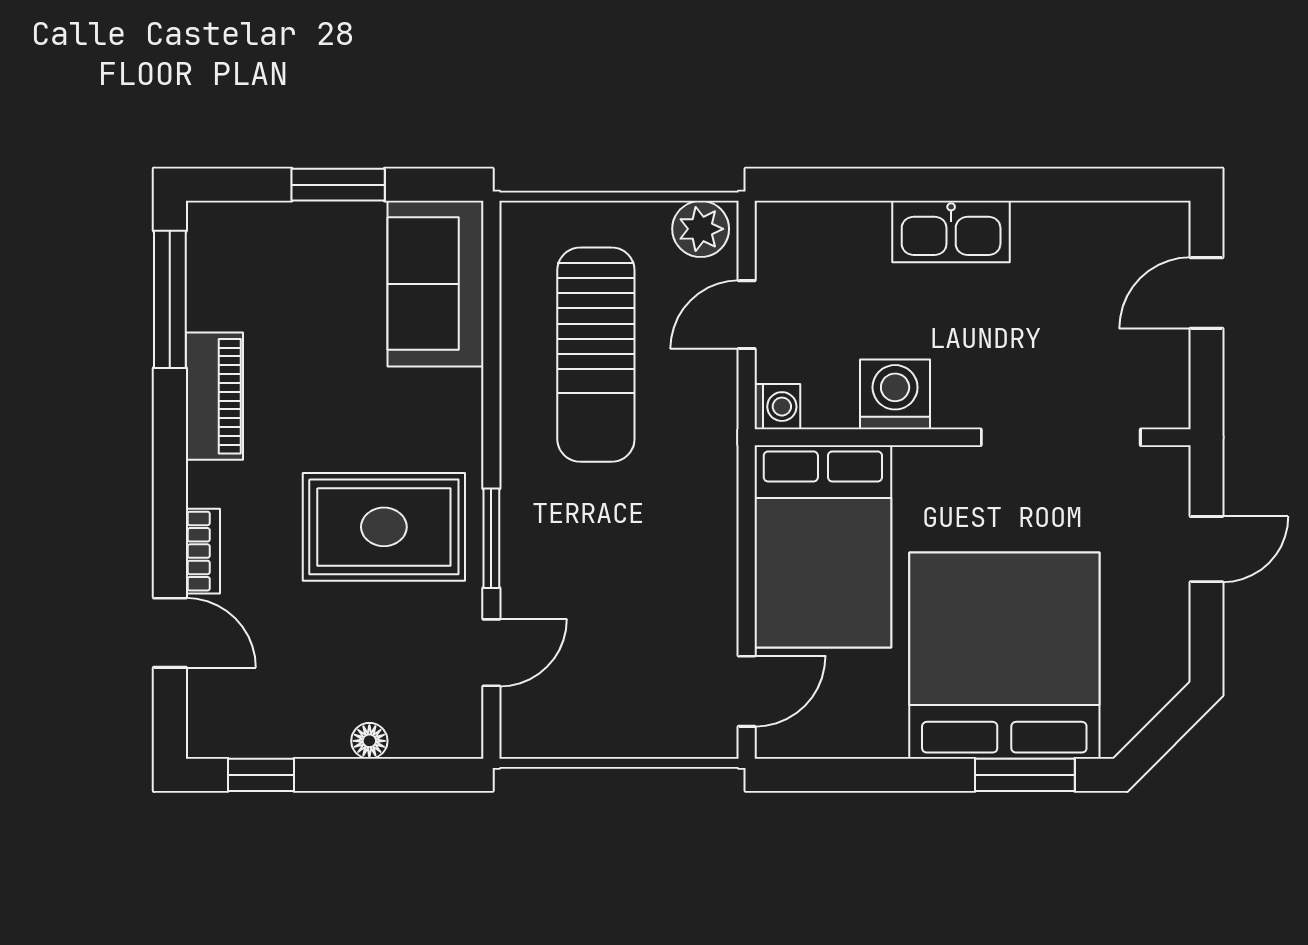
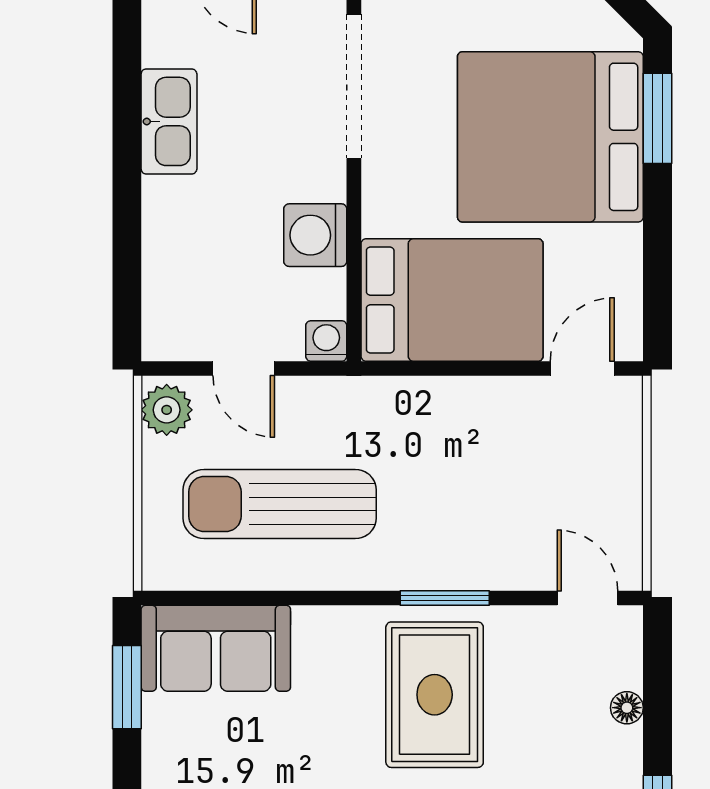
window: (338, 185) -> (127, 687), moved
kitchen sink: (951, 232) -> (169, 121), moved
sun lounger: (596, 355) -> (280, 504), turned 180
door: (491, 653) -> (587, 598), moved
door: (747, 691) -> (582, 369), hinge flipped

